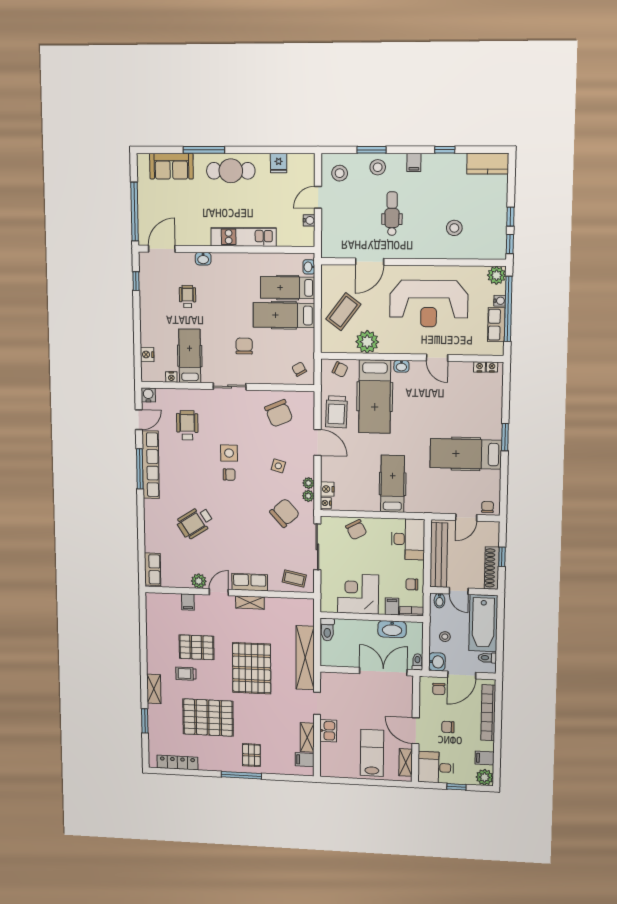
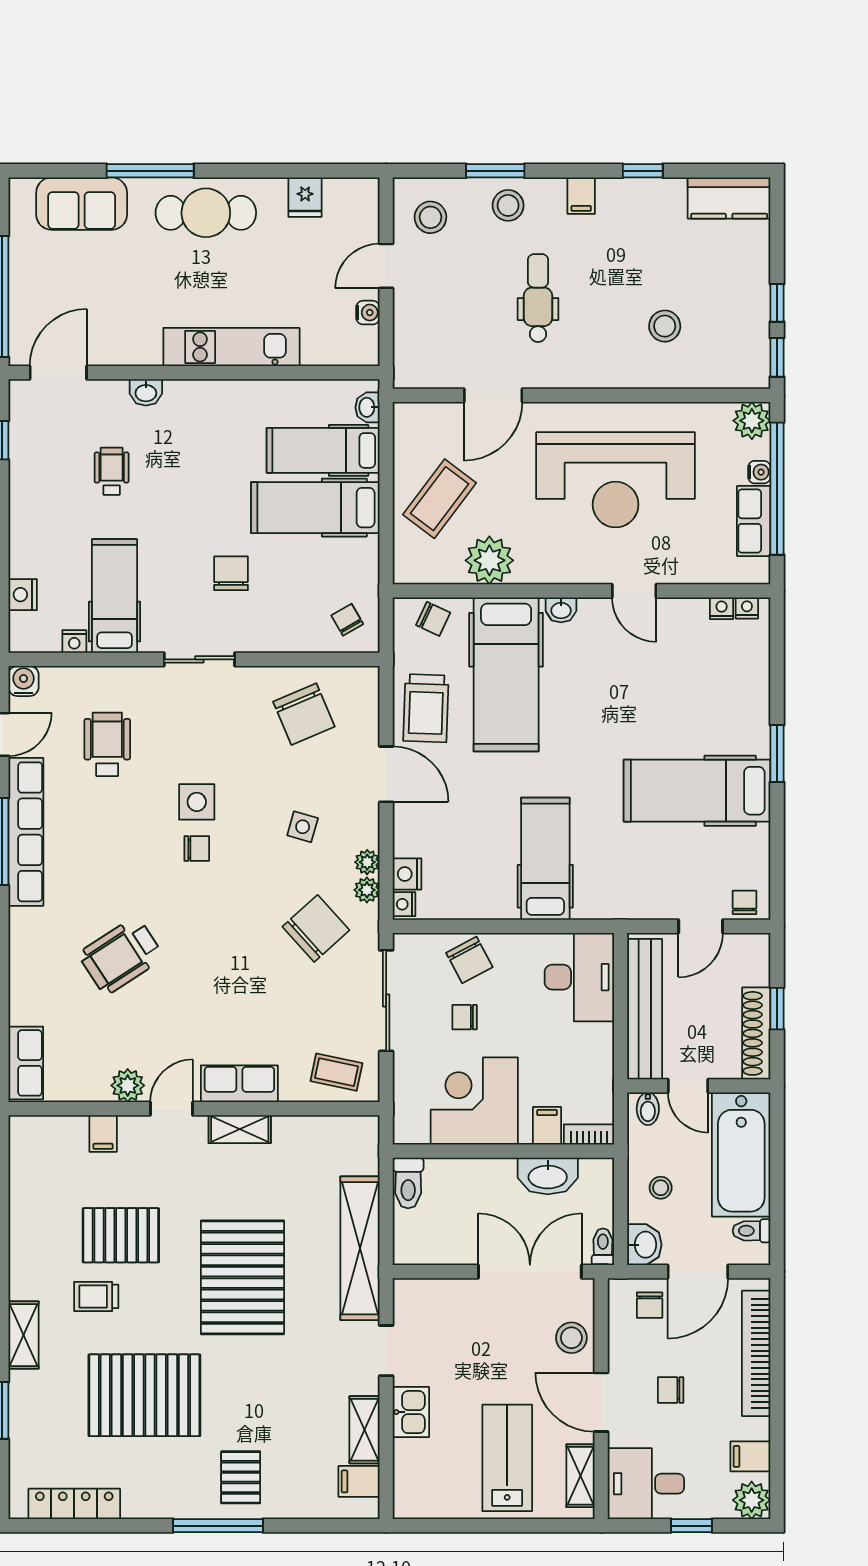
chair: (412, 584) -> (465, 1017), moved
stool: (402, 702) -> (571, 1338), added

